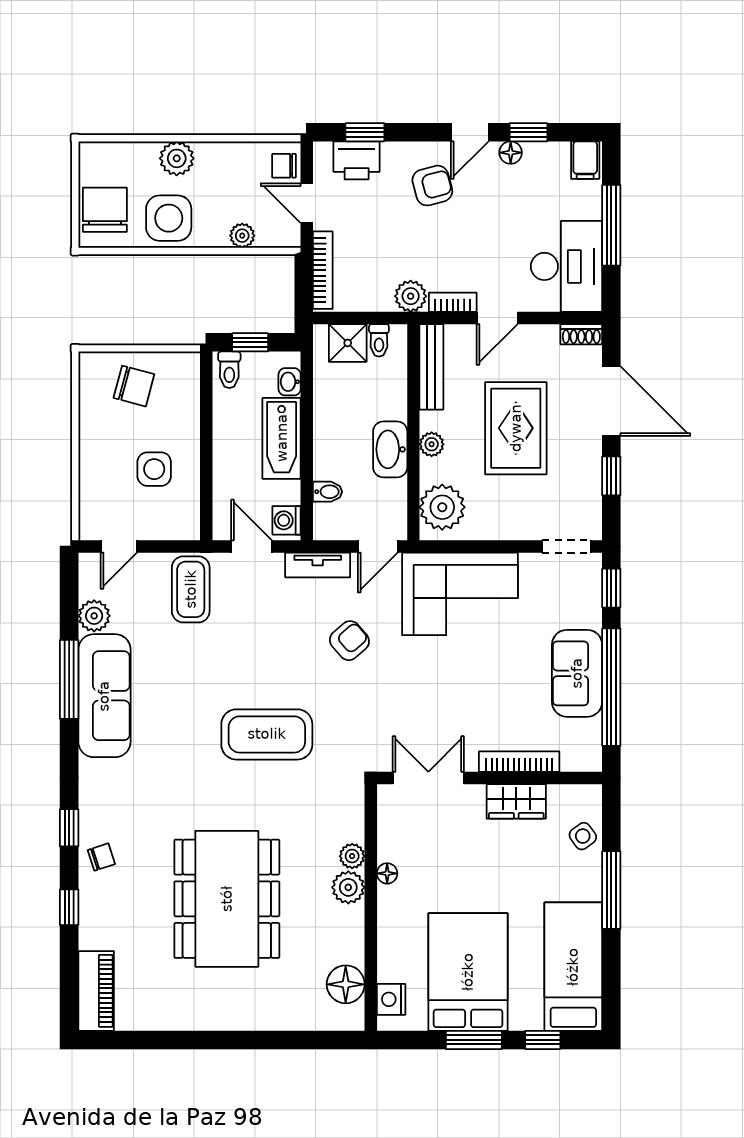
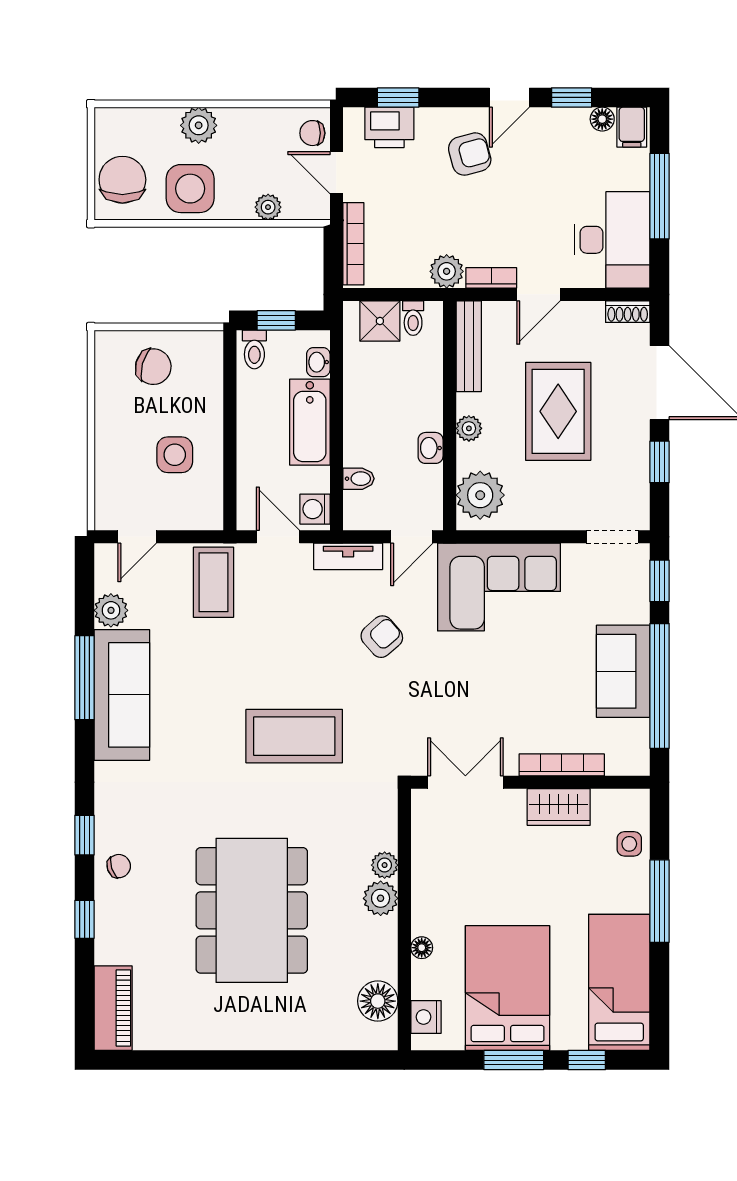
floor lamp: (511, 153) -> (602, 119), moved
washbasin: (390, 449) -> (431, 448), width x0.52, depth x0.69
side table: (583, 836) -> (629, 844), turned 36
floor lamp: (387, 873) -> (422, 948), moved

